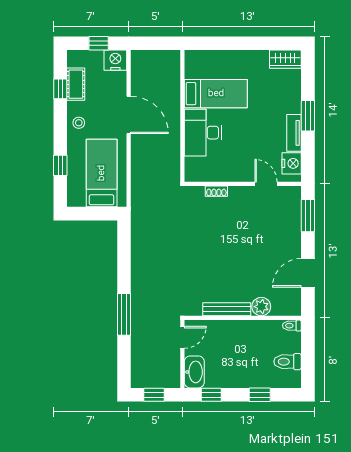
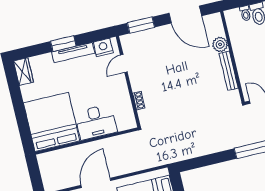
bed: (216, 94) -> (52, 122), width x2.04
tv unit: (294, 133) -> (73, 53), width x1.41
door: (308, 273) -> (185, 15), width x1.36
toilet: (292, 326) -> (245, 13), moved

